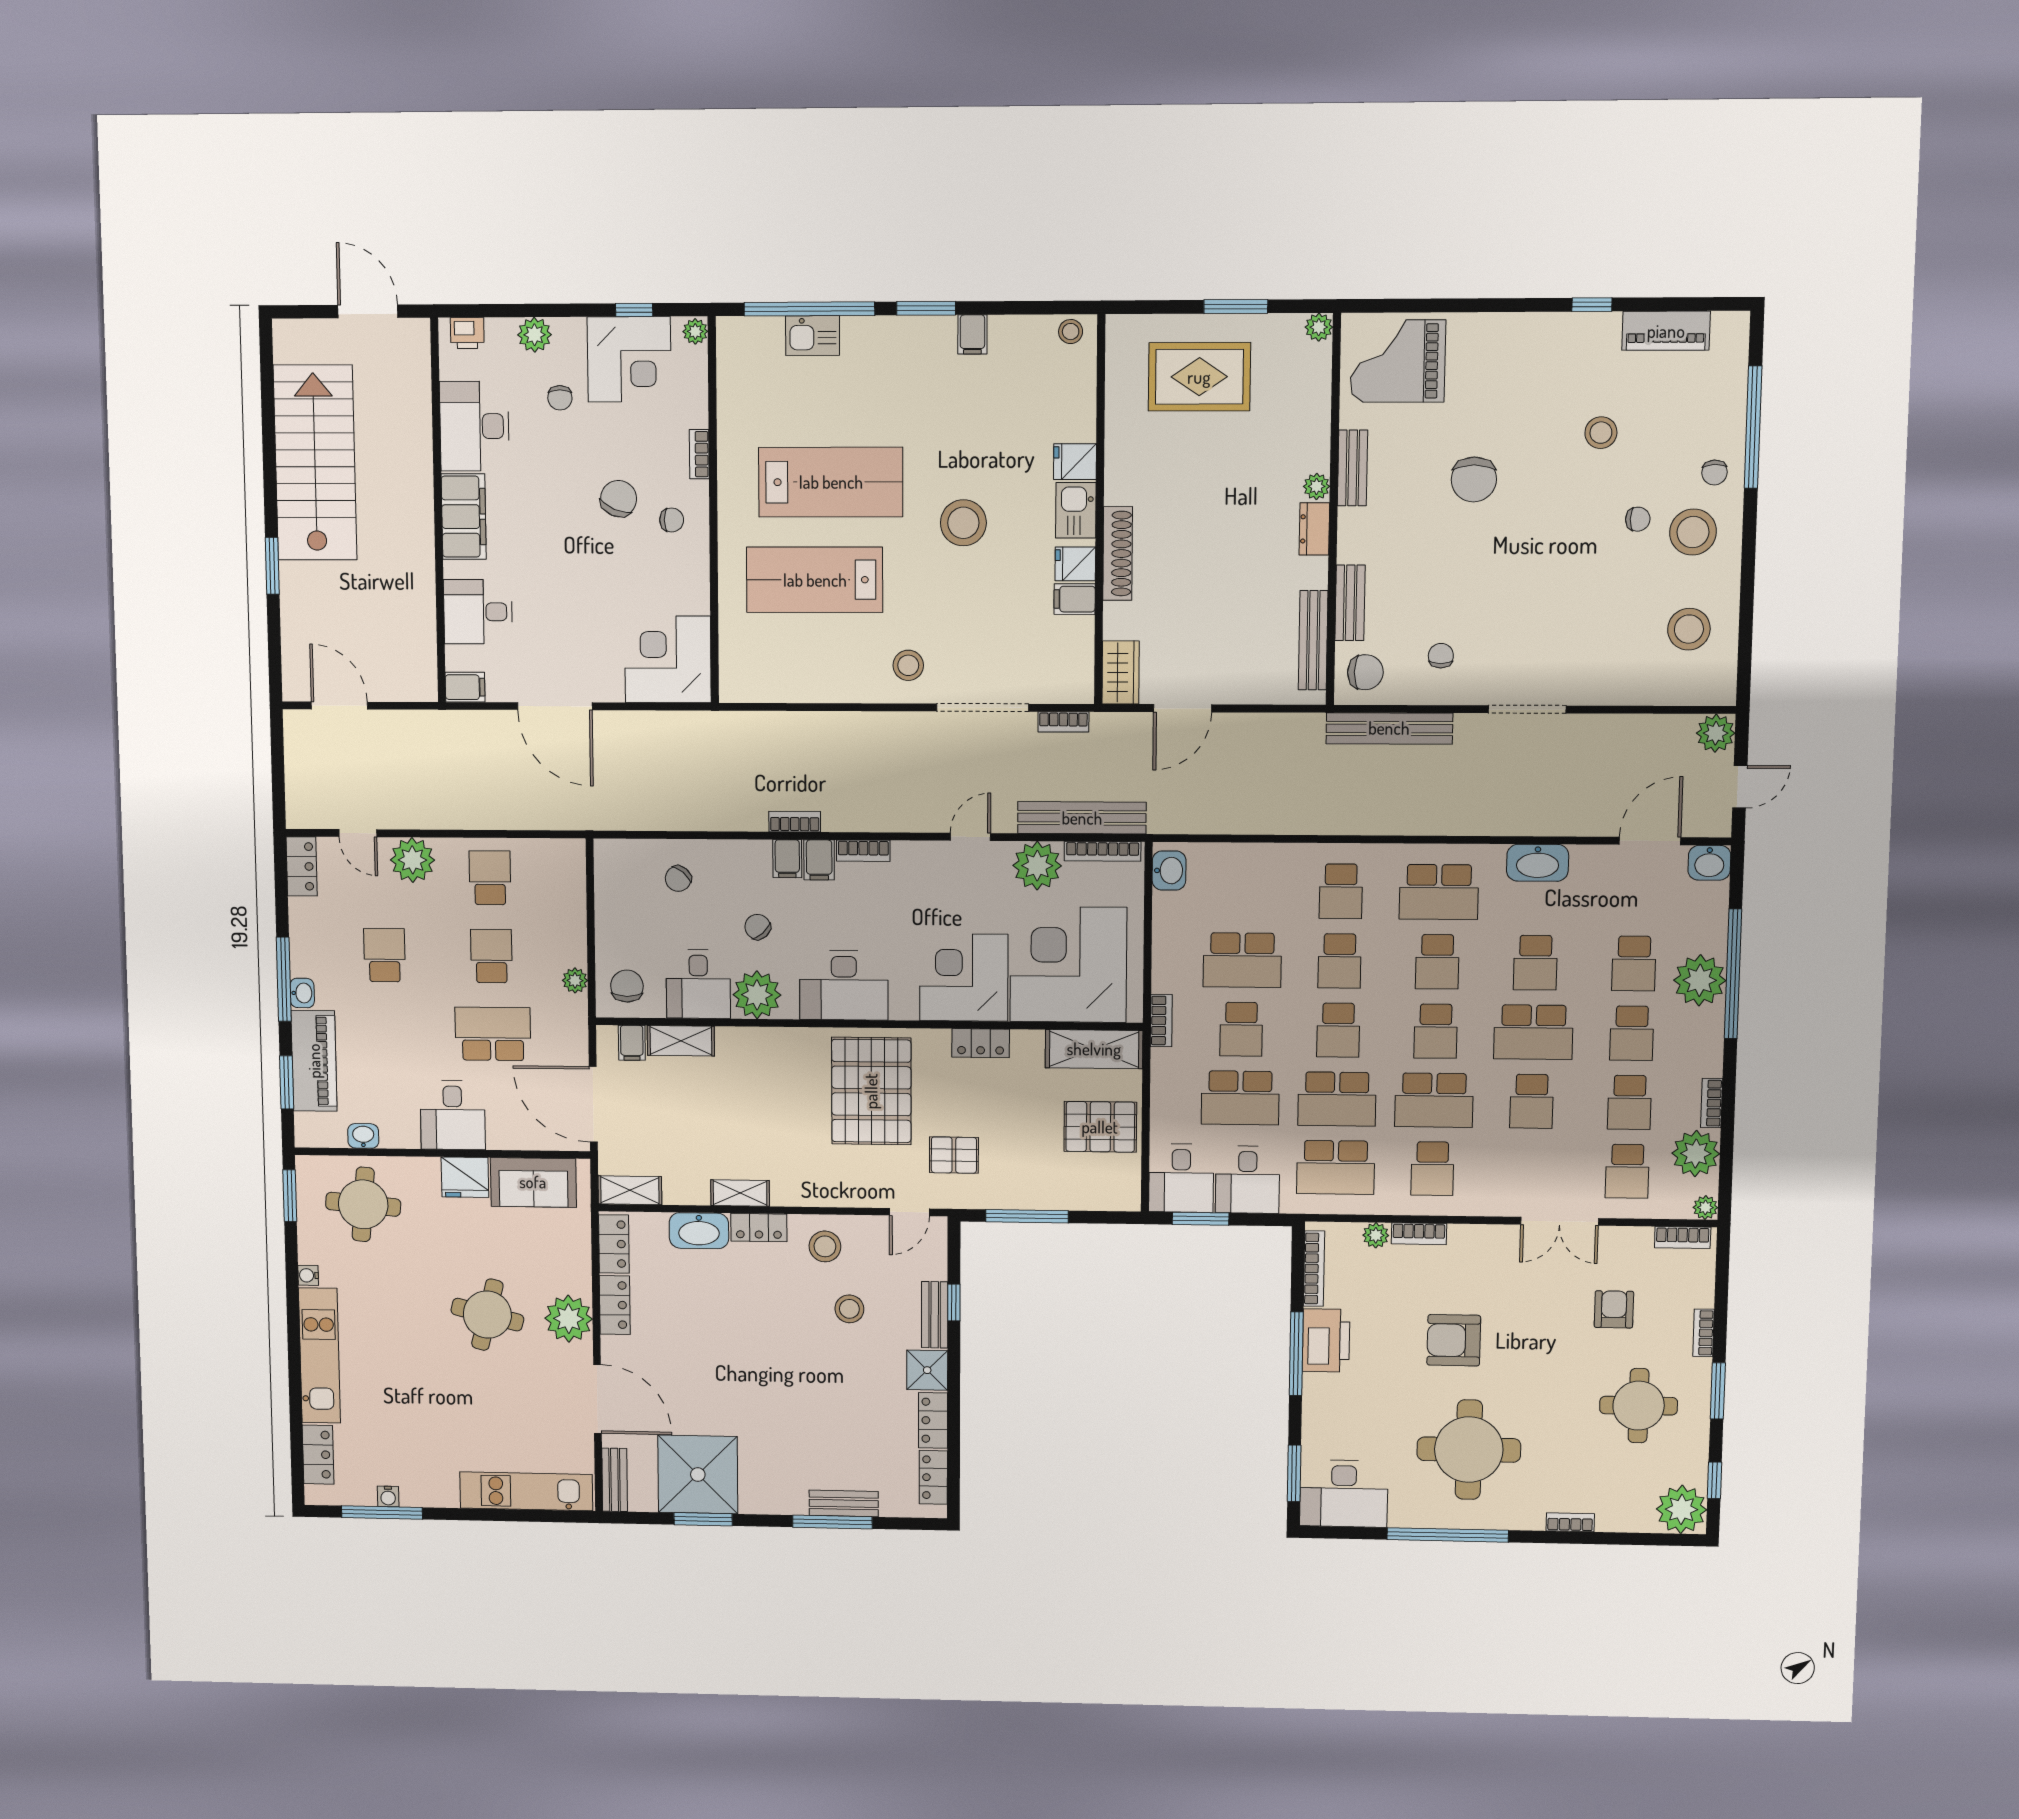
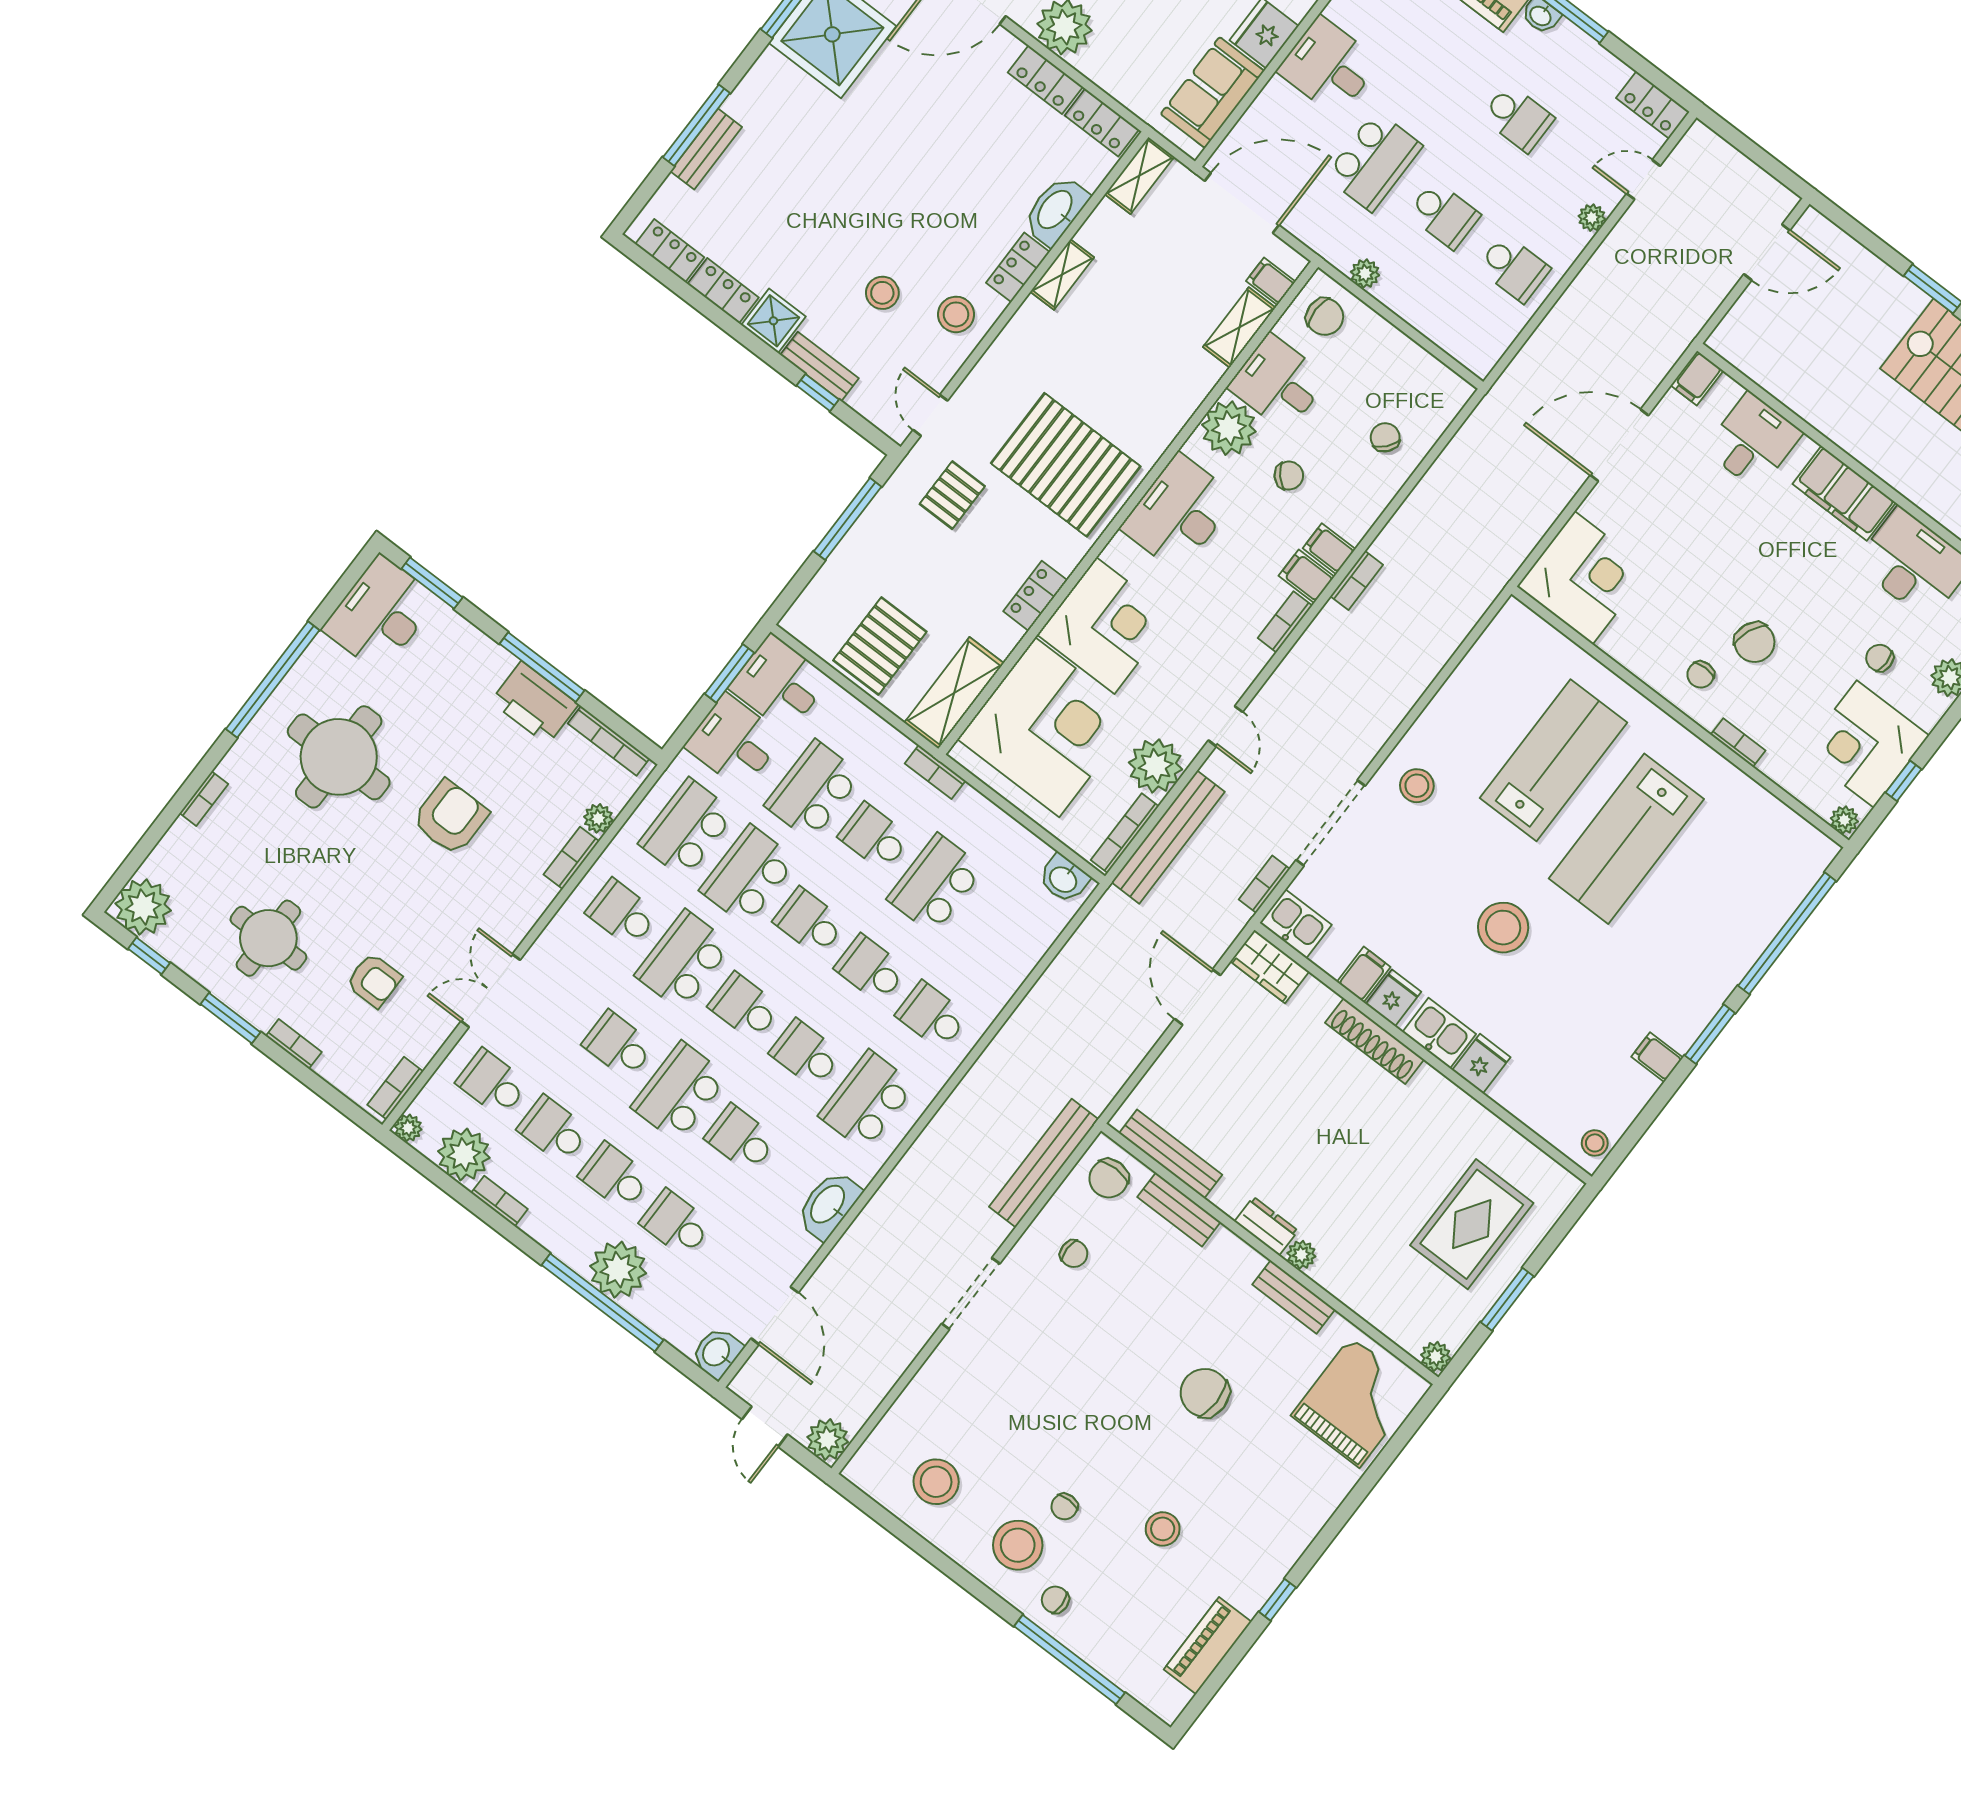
kitchen sink: (813, 336) -> (1296, 924), moved, turned 90
plant: (412, 860) -> (1592, 218), width x0.53, depth x0.53

